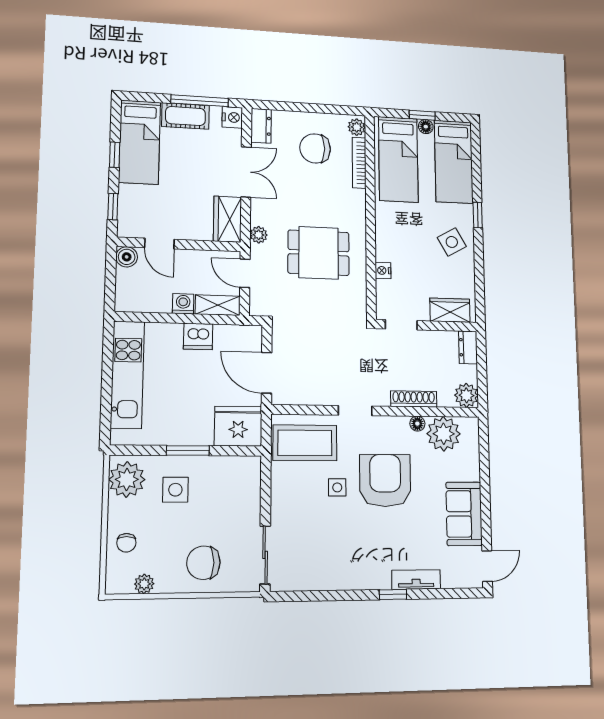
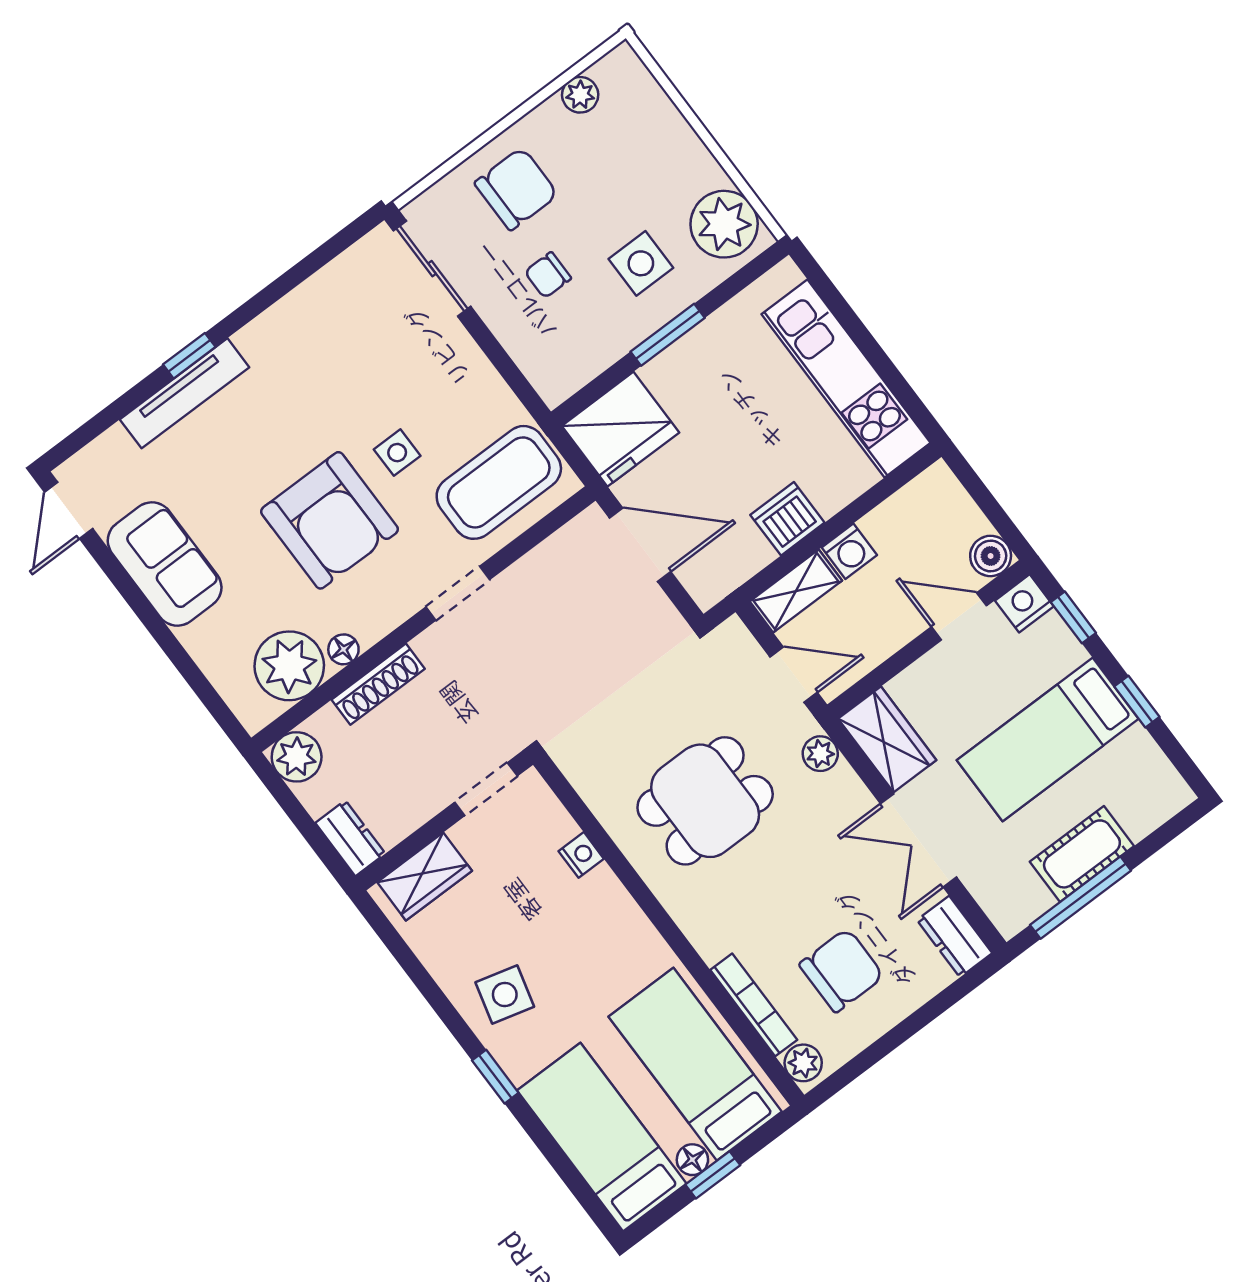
nightstand: (232, 117) -> (1024, 603), moved, turned 90
bed: (140, 142) -> (1048, 740), moved, turned -90
side table: (452, 242) -> (505, 995), turned 45
chair: (126, 543) -> (548, 275), moved, turned -90
tv unit: (416, 580) -> (185, 393), width x1.41

